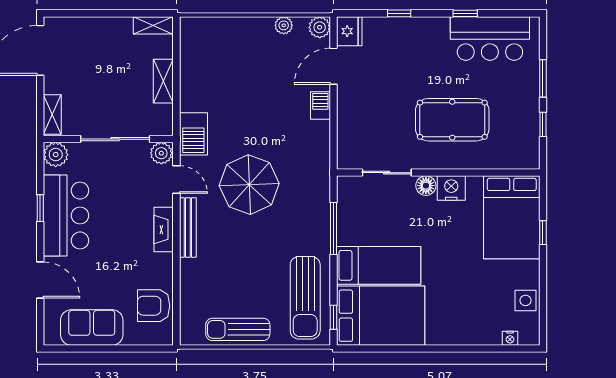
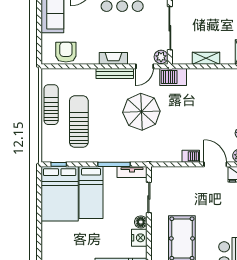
tv unit: (346, 200) -> (132, 172), added
sun lounger: (305, 298) -> (79, 122), moved, turned 90

